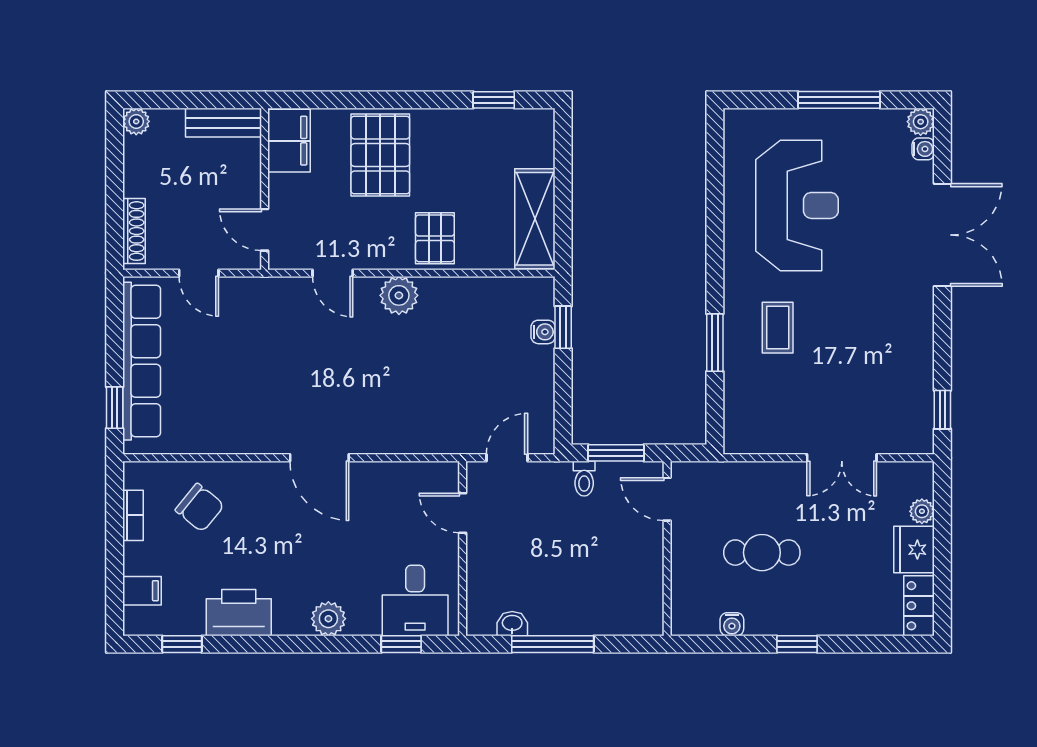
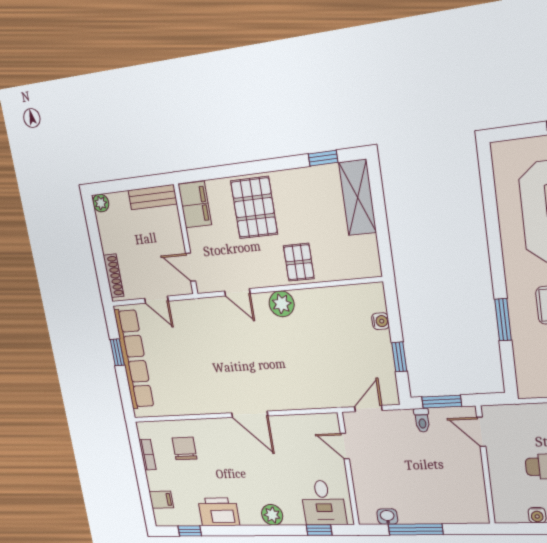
shelving: (535, 219) -> (358, 198), moved
window: (563, 327) -> (399, 357), moved
window: (115, 408) -> (117, 352), moved
chair: (200, 508) -> (184, 448), turned -129

